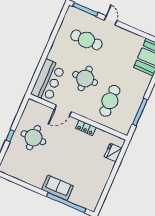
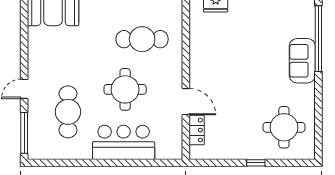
bar counter: (48, 81) -> (124, 142), moved
locker: (86, 128) -> (197, 130), moved
round table: (33, 138) -> (284, 127), moved

